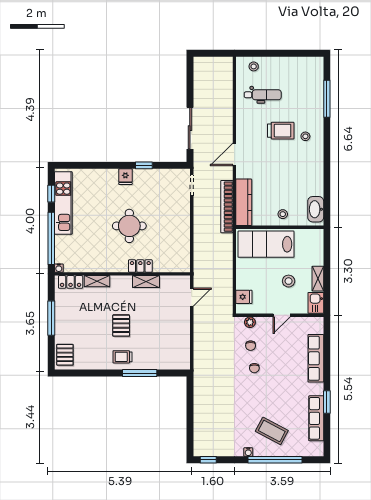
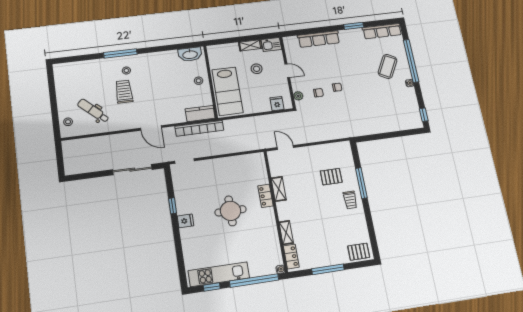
dental chair: (263, 95) -> (93, 111), turned -47
window: (327, 99) -> (120, 53), moved
kitchen counter: (244, 202) -> (200, 114), width x0.67
pallet: (121, 326) -> (331, 177), moved
row of seats: (316, 418) -> (382, 31), moved

